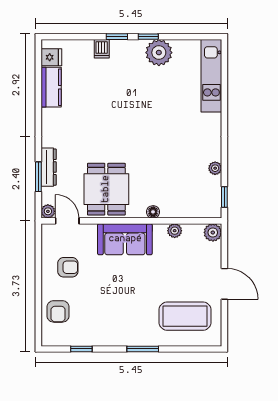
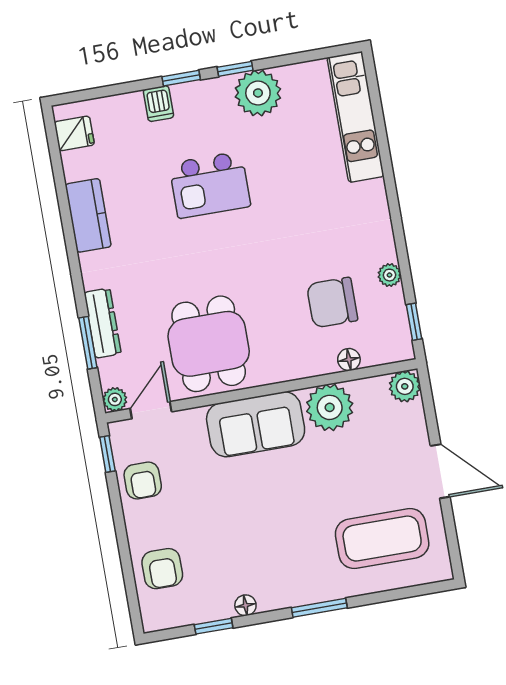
kitchen counter: (51, 87) -> (88, 215), moved
kitchen island: (123, 100) -> (210, 185), added
chair: (180, 178) -> (332, 302), added
floor lamp: (153, 212) -> (349, 360), moved
door: (67, 221) -> (151, 410), hinge flipped
plant: (175, 231) -> (330, 407), width x1.88, depth x1.88
window: (38, 241) -> (107, 454), added
armchair: (68, 267) -> (143, 481), moved, turned 90
floor lamp: (101, 340) -> (245, 605), added

